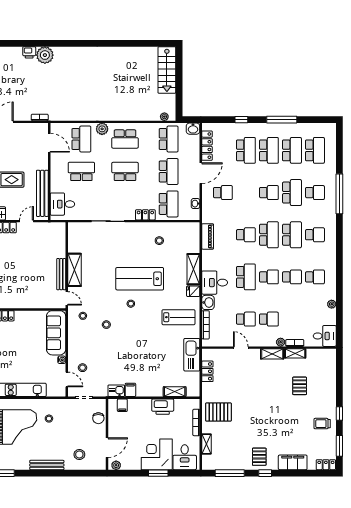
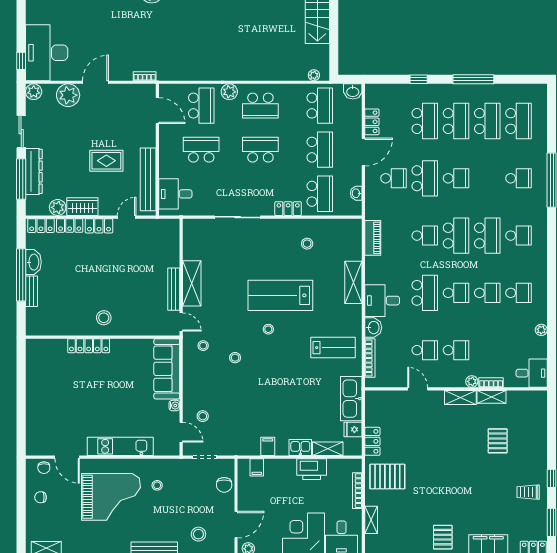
locker: (207, 146) -> (372, 122), width x0.66
school desk: (292, 193) -> (425, 178), moved
fridge: (193, 291) -> (353, 429), moved
stool: (10, 295) -> (104, 318), added
locker: (207, 371) -> (372, 441), moved
kitchen sink: (116, 391) -> (300, 448), moved

